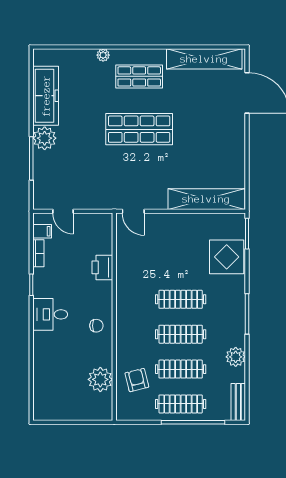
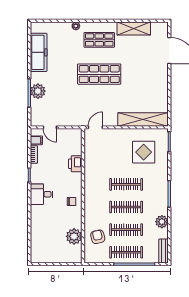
shelving: (204, 59) -> (134, 28), width x0.68
plant: (45, 138) -> (38, 91), moved
door: (133, 211) -> (95, 127), swing flipped
display table: (227, 257) -> (144, 152), moved

